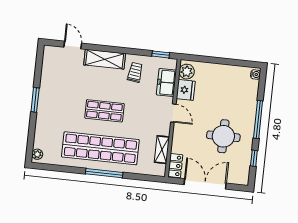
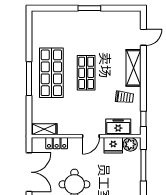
window: (211, 60) -> (143, 165), added
shop shelf: (100, 148) -> (51, 73), width x0.71
shelving: (162, 150) -> (44, 129), moved
plant: (37, 154) -> (40, 16), removed
locker: (175, 166) -> (57, 143), moved

